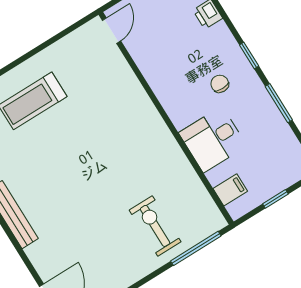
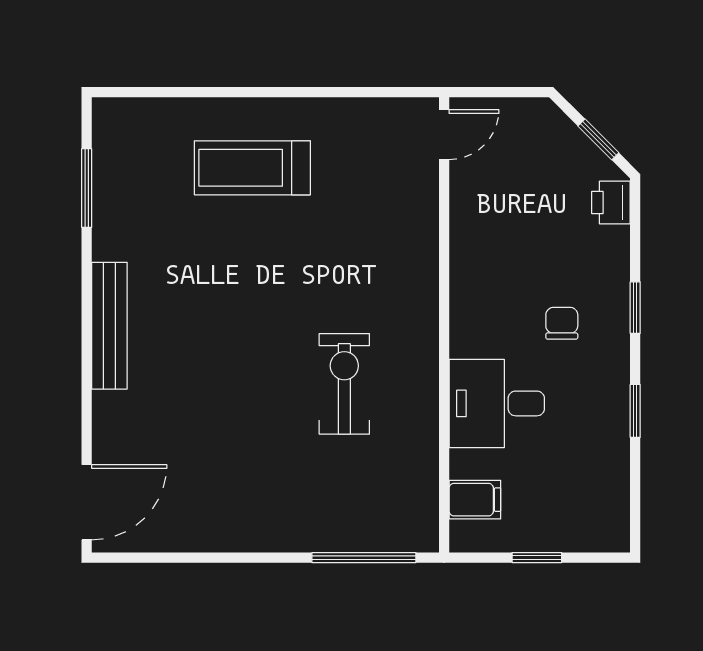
window: (279, 103) -> (635, 411), width x0.67
exercise bike: (155, 226) -> (344, 384), moved

